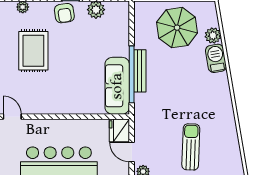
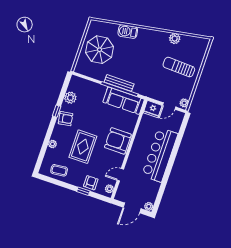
plant: (213, 36) -> (175, 39), moved
rug: (33, 51) -> (83, 147), turned 90
armchair: (58, 97) -> (118, 141), added

